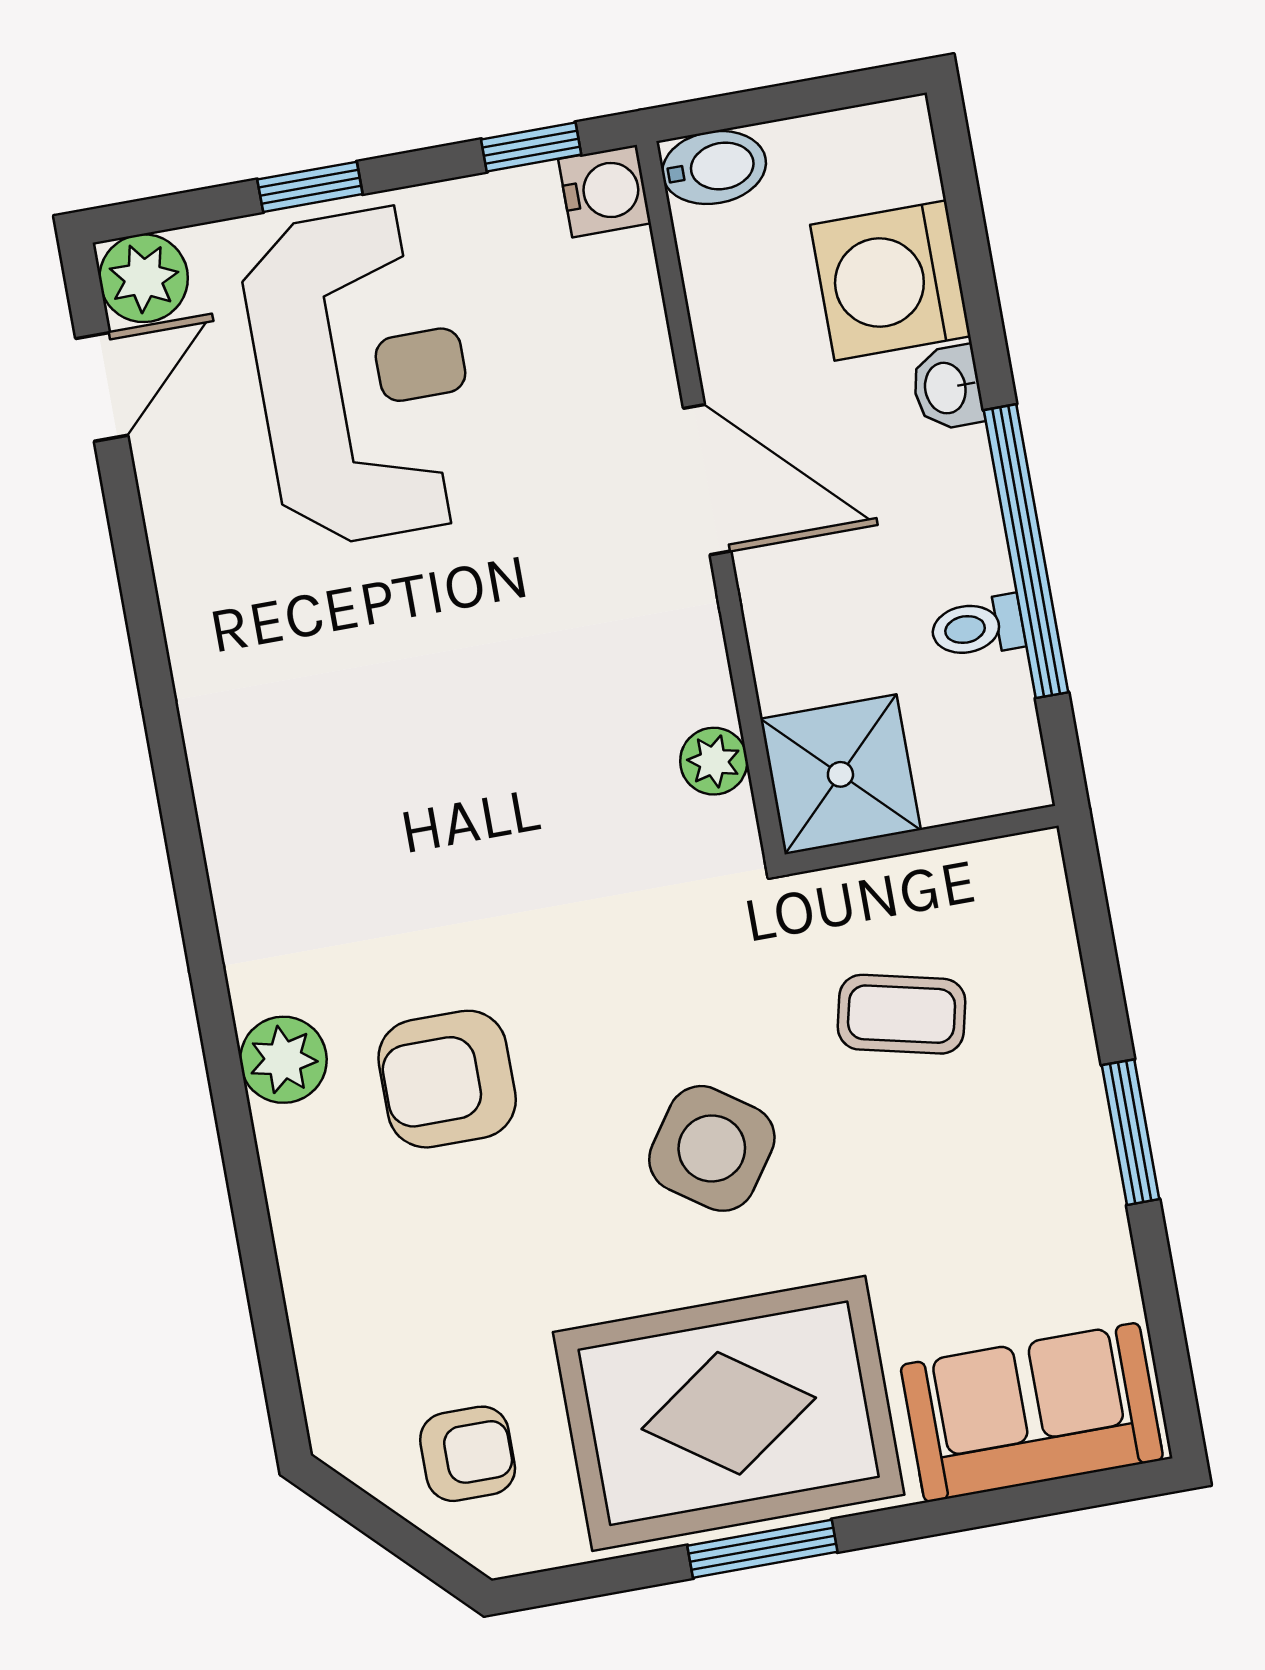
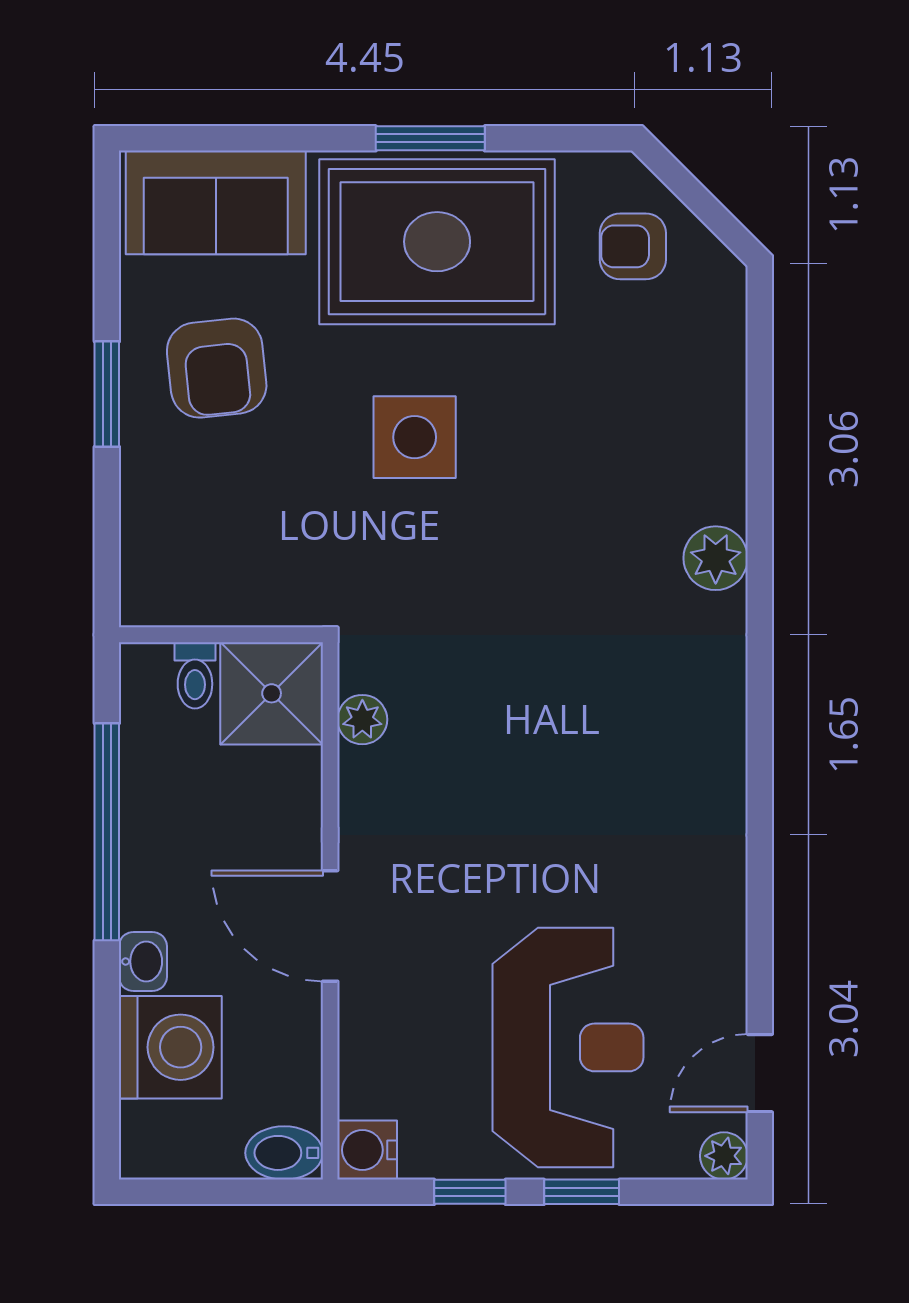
window: (531, 147) -> (470, 1192), moved
plant: (144, 278) -> (724, 1156), width x0.73, depth x0.73
reception desk: (362, 375) -> (568, 1047), turned 180
toilet: (977, 627) -> (195, 675), moved, turned 90
coffee table: (902, 1014) -> (258, 510), removed
armchair: (447, 1079) -> (217, 368), moved, turned 84
side table: (712, 1148) -> (415, 437), turned -35

